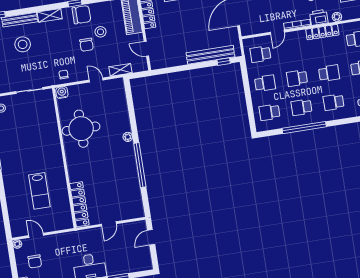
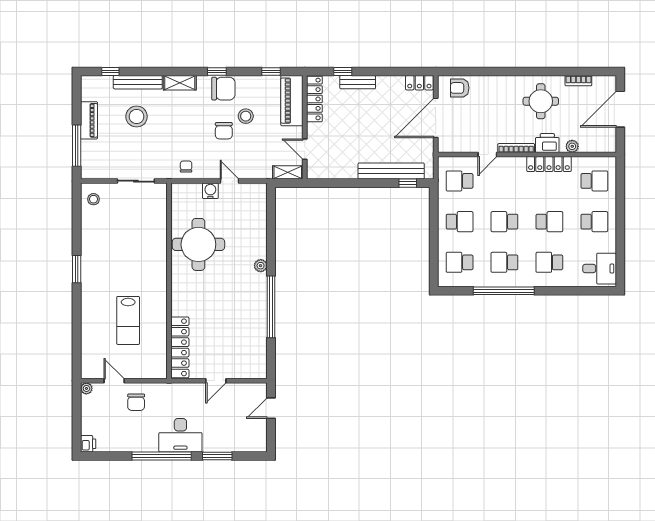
shelving: (120, 70) -> (288, 172), moved
water cooler: (62, 92) -> (210, 191), moved
chair: (35, 261) -> (136, 402), moved

